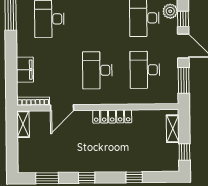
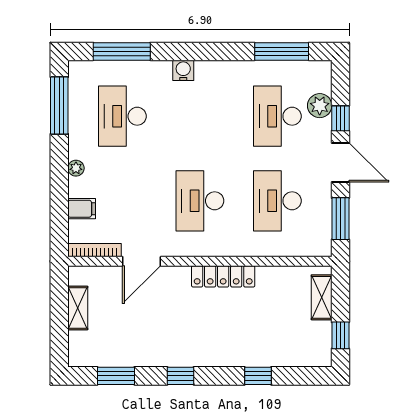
plant: (21, 51) -> (76, 168), added
filing cabinet: (25, 70) -> (82, 209), width x0.50
shelving: (23, 124) -> (78, 308), moved

